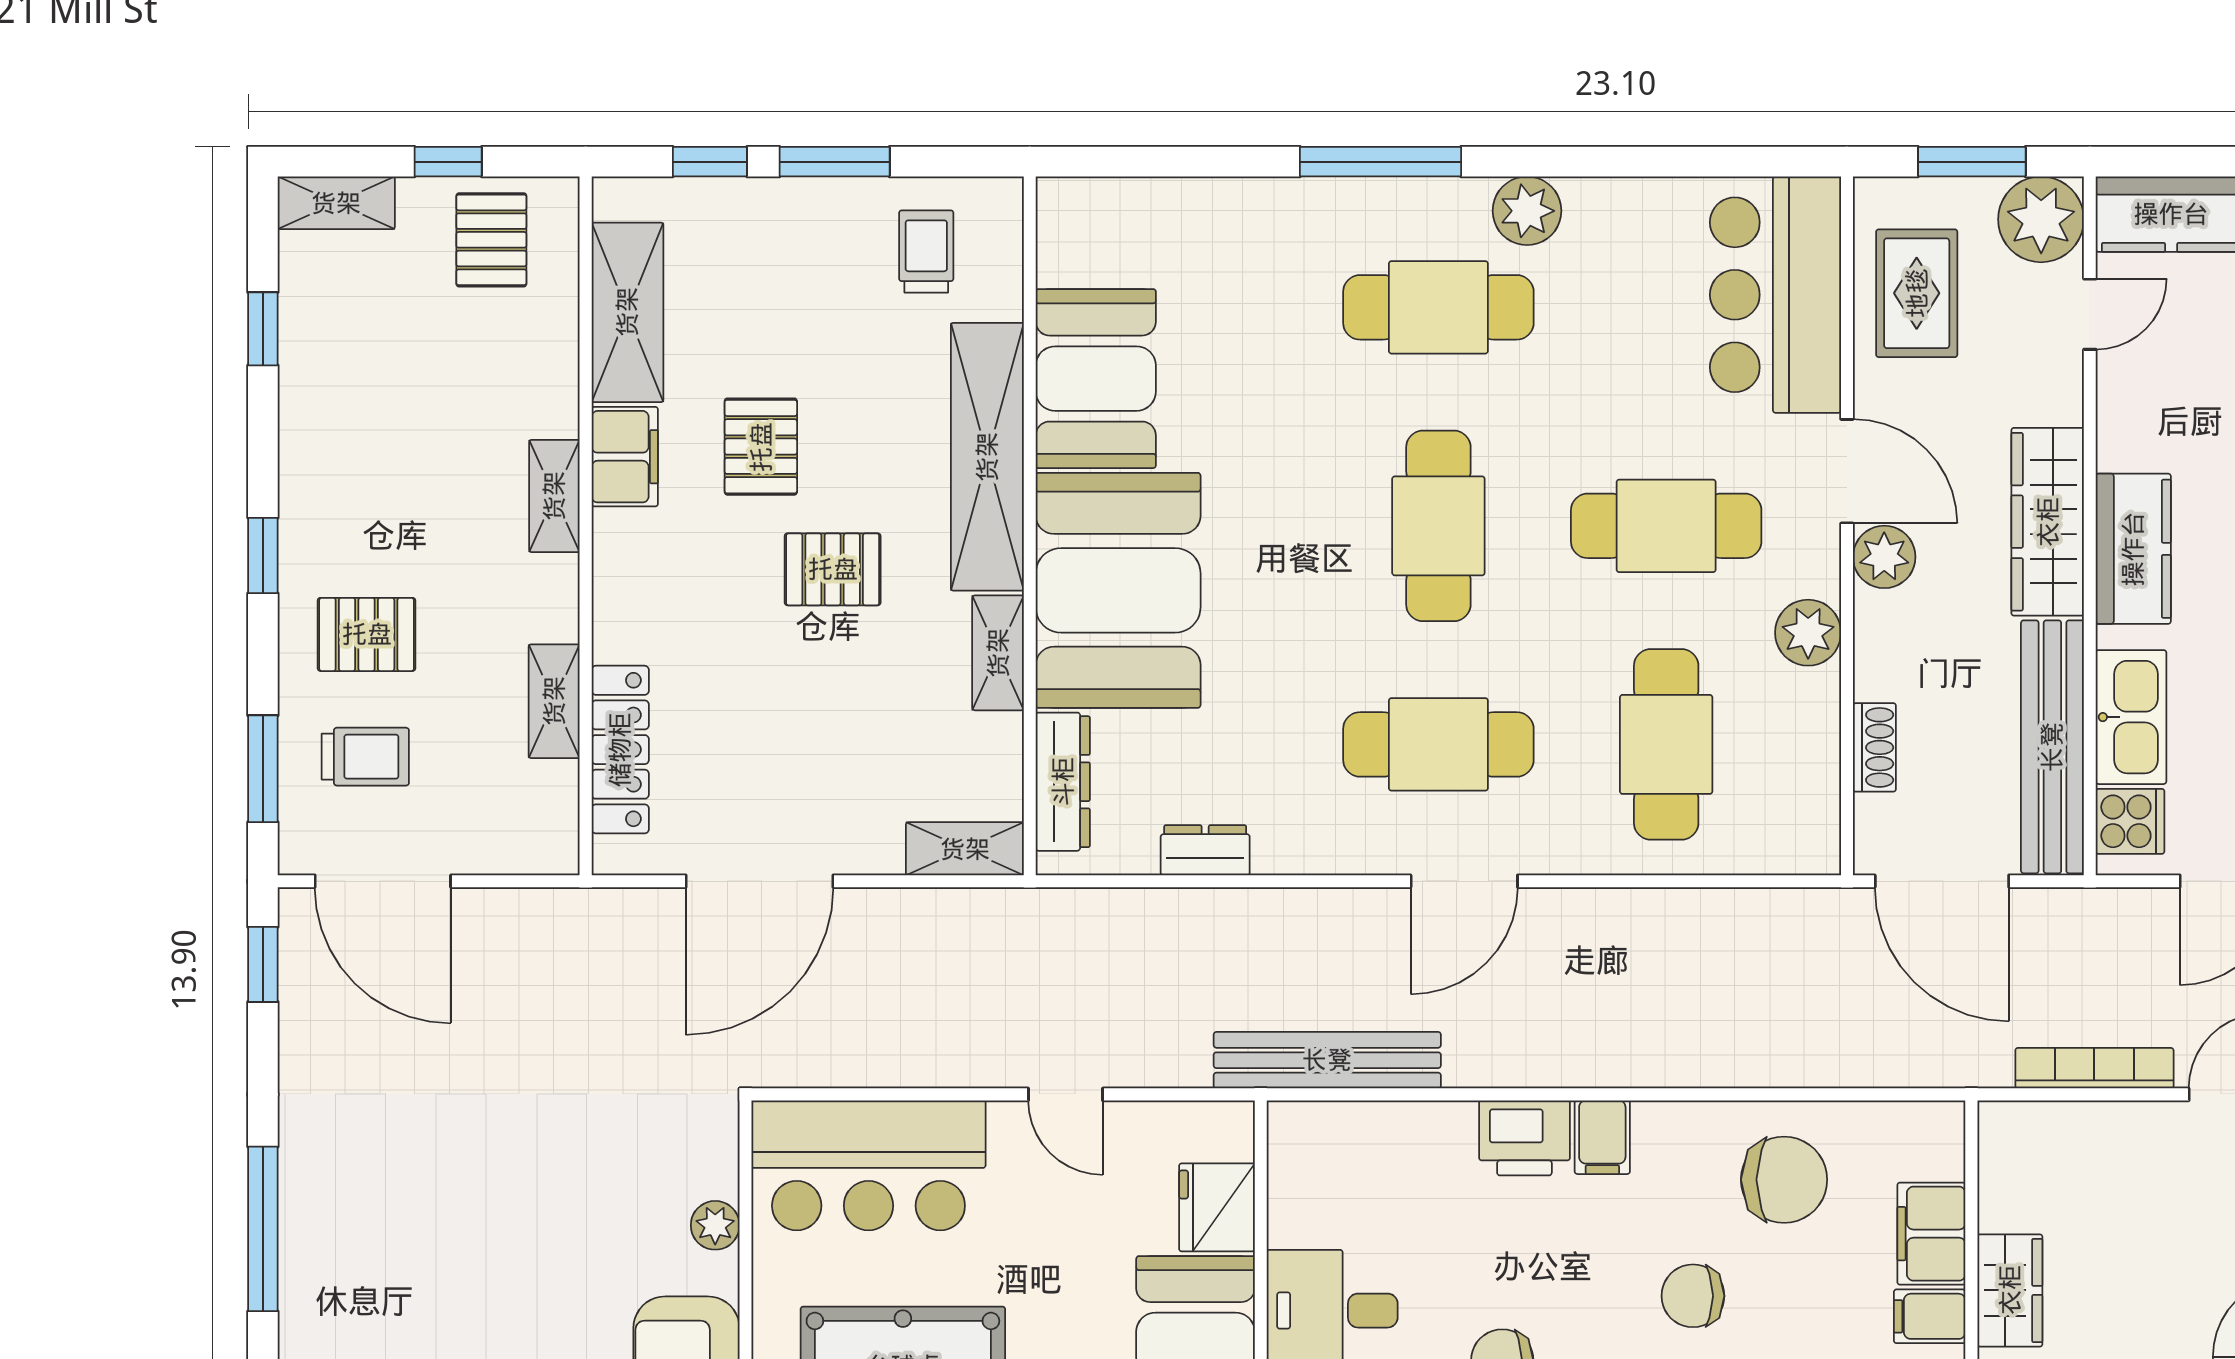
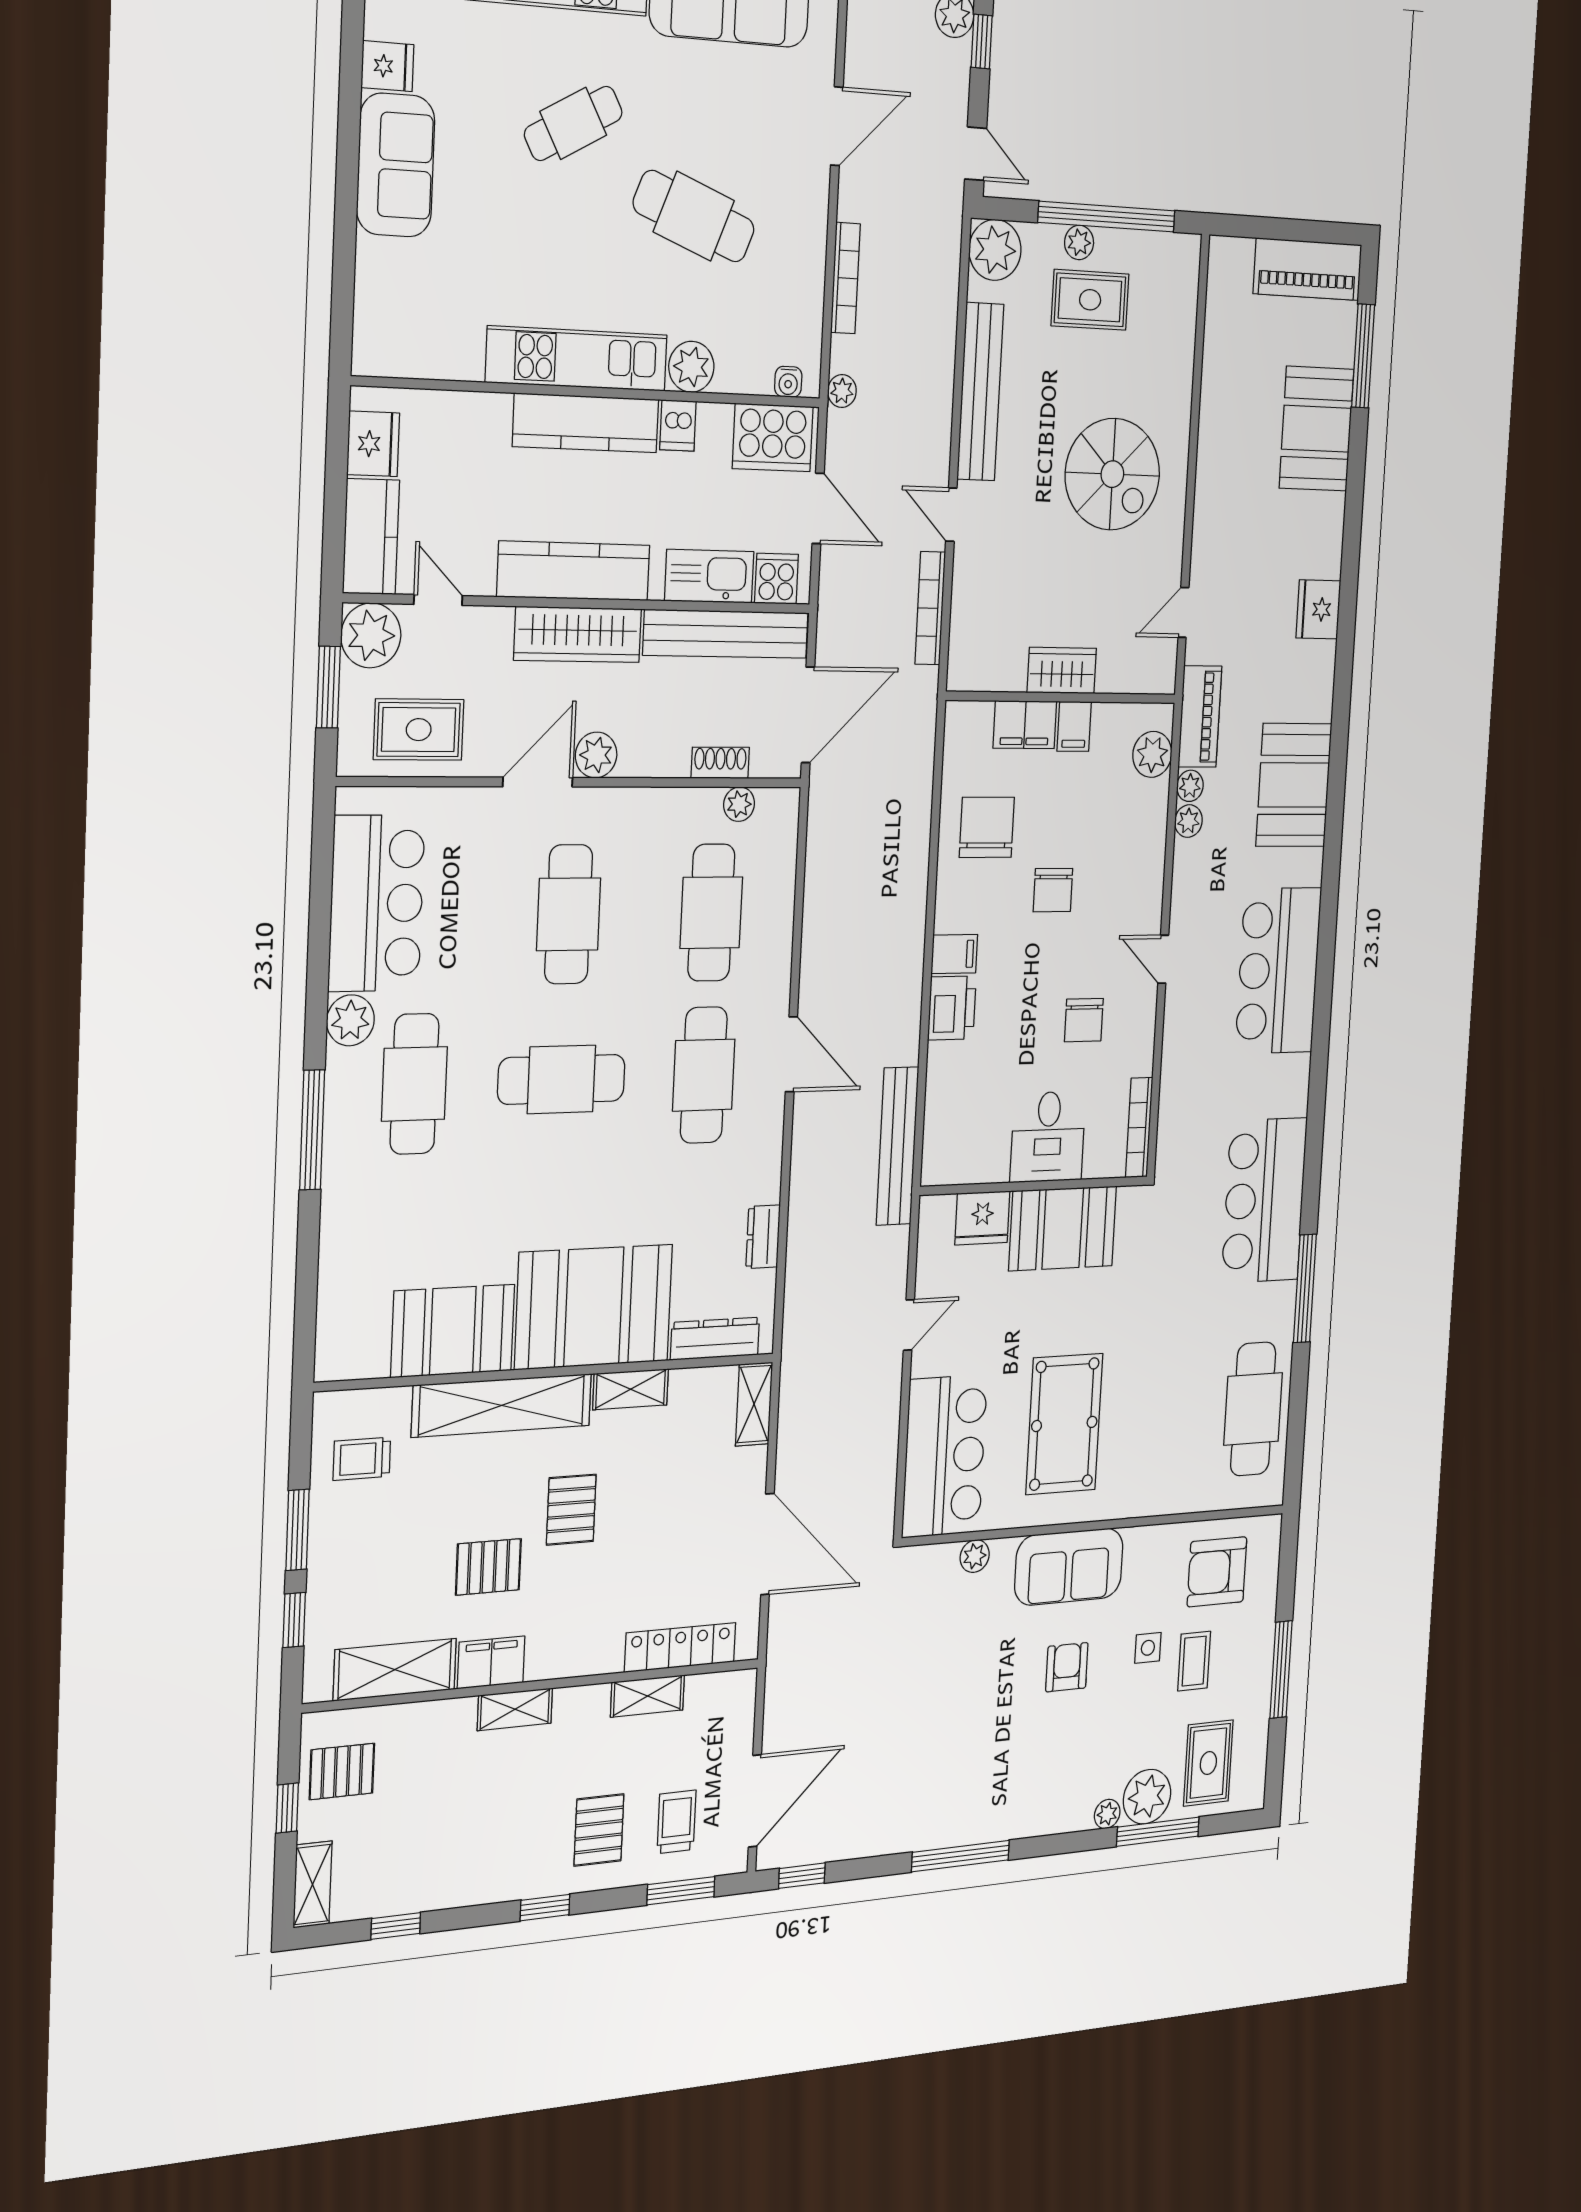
bar counter: (1775, 295) -> (377, 903), moved, turned -90
kitchen counter: (2133, 549) -> (574, 571), width x1.50
plant: (1808, 633) -> (739, 804), moved, width x0.73, depth x0.73
cafe table: (1666, 744) -> (711, 913), turned 90

